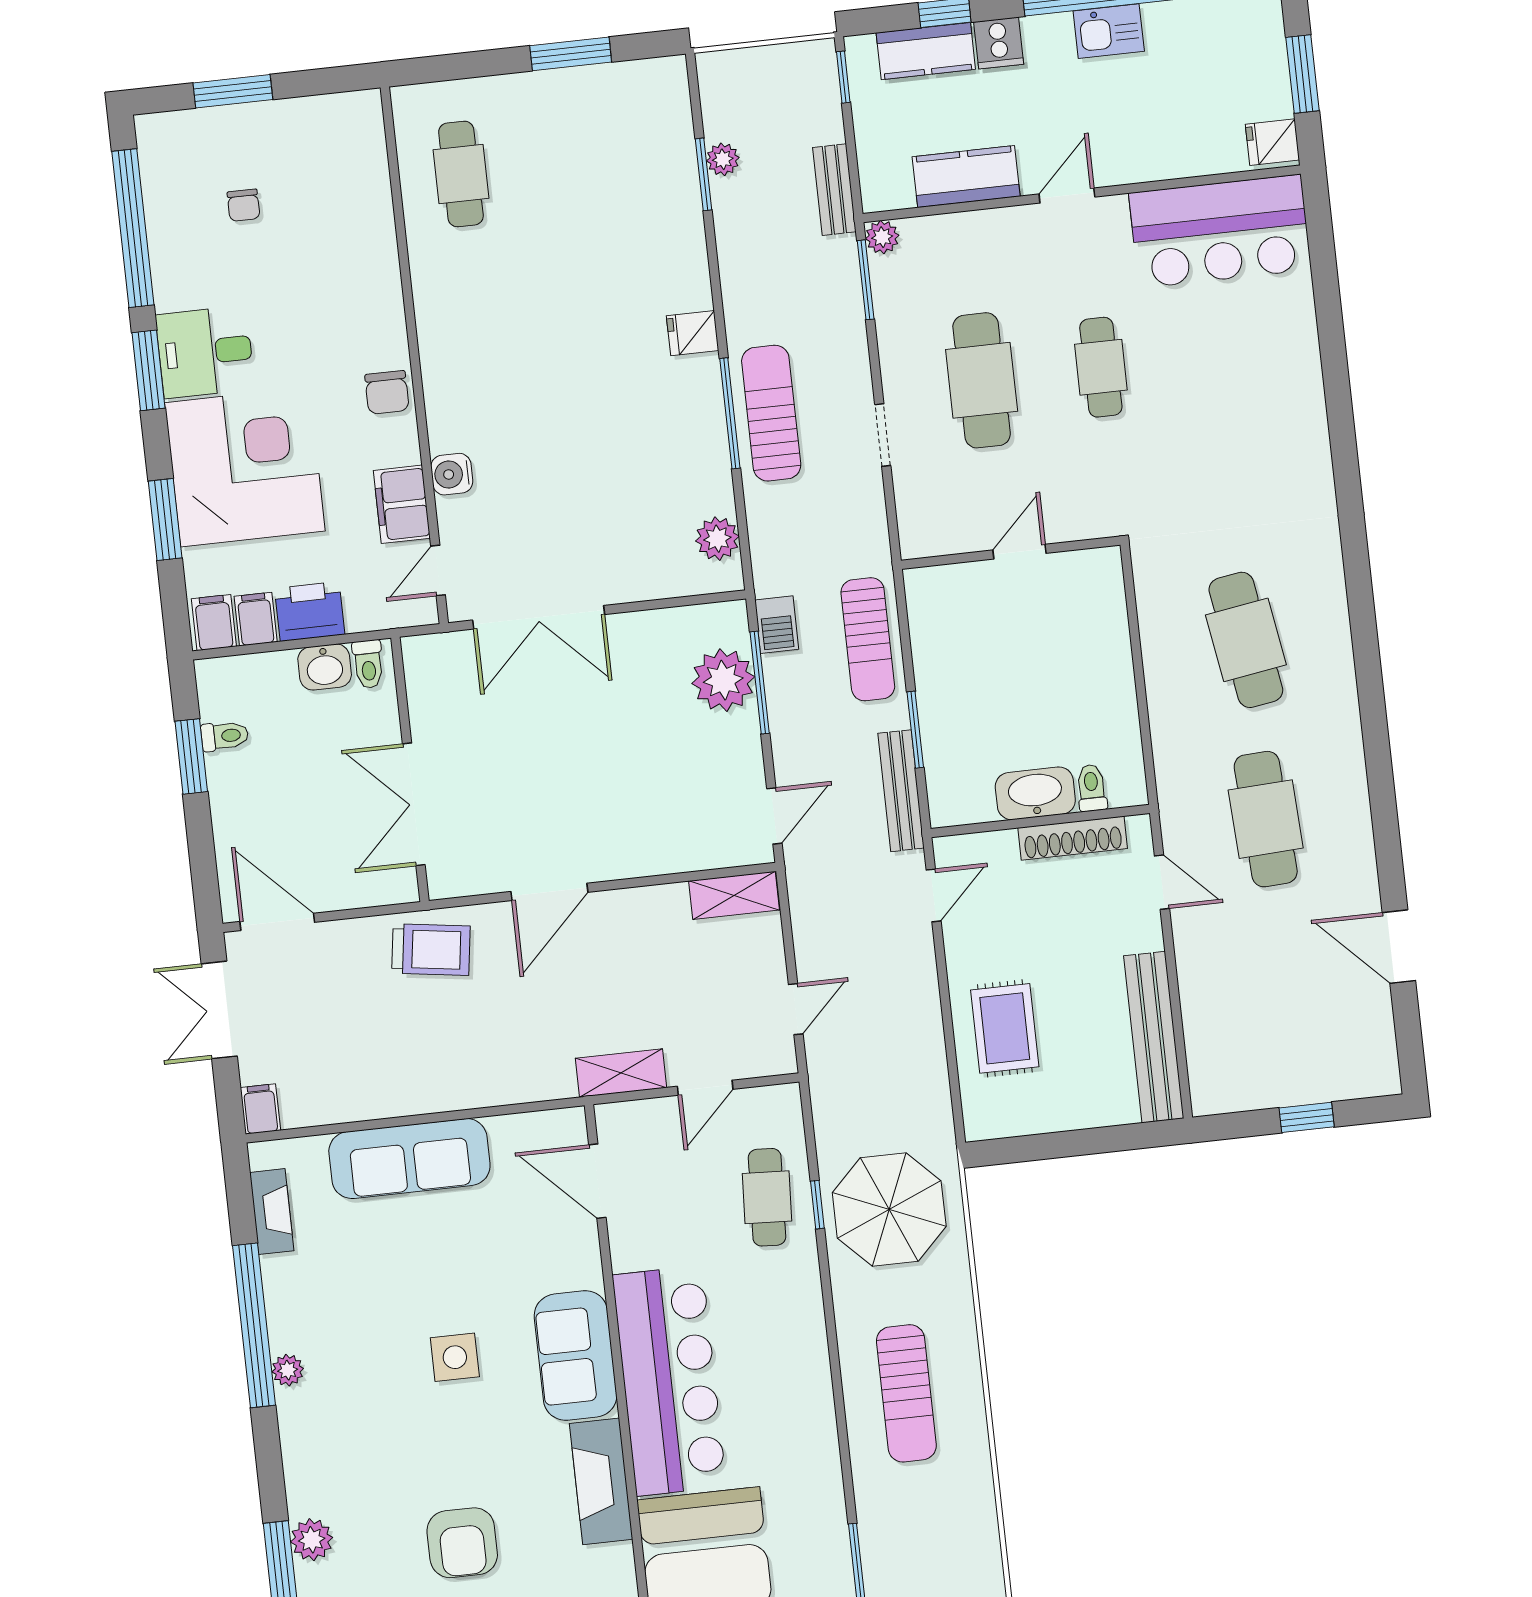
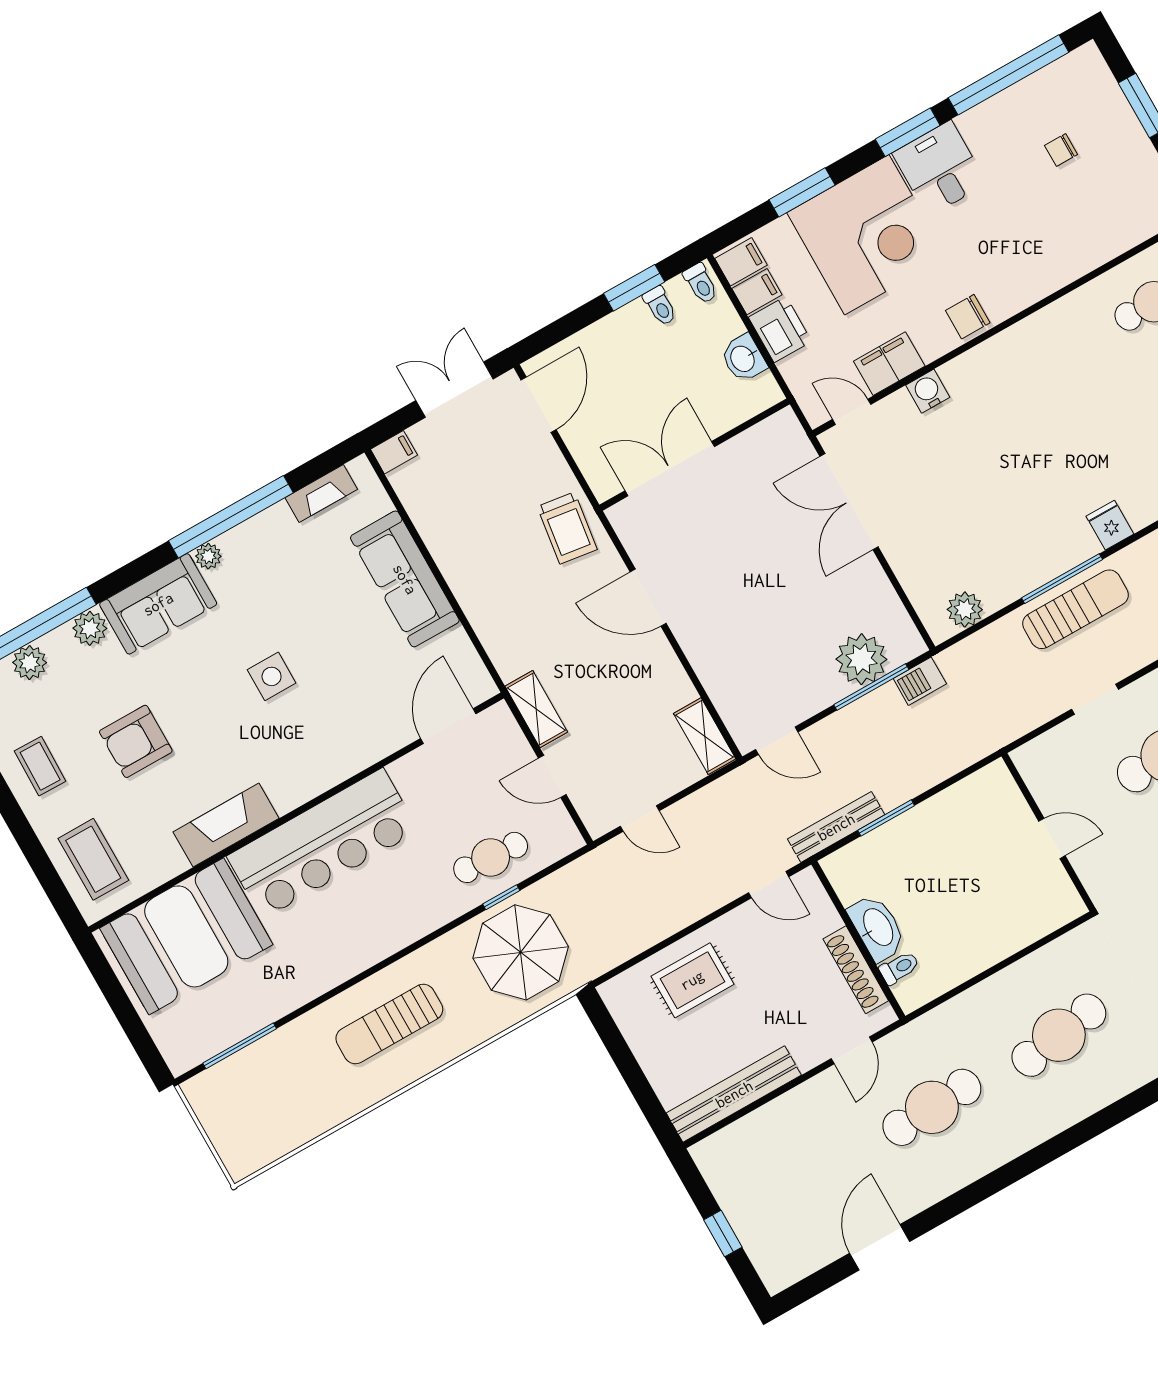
sun lounger: (868, 639) -> (938, 754), removed
toilet: (368, 664) -> (701, 284), moved, turned -90
sofa: (576, 1355) -> (158, 604), moved, turned 180

